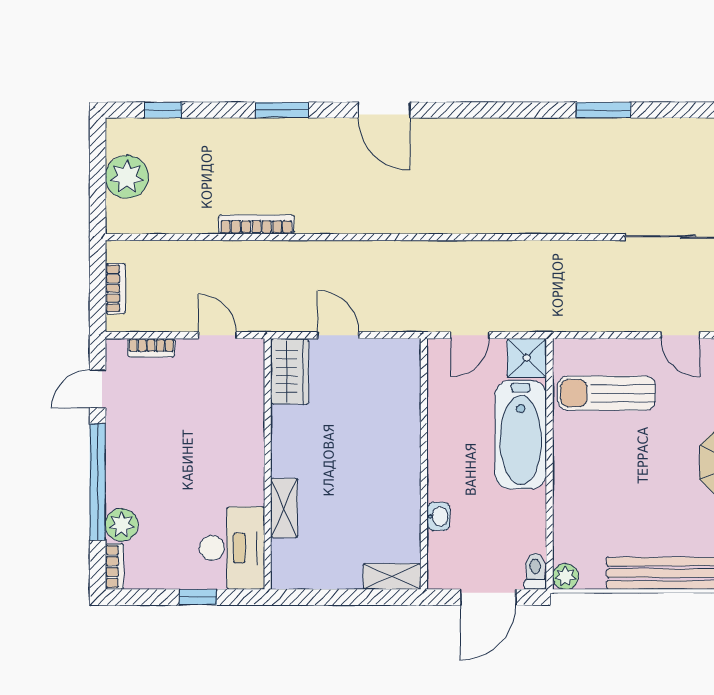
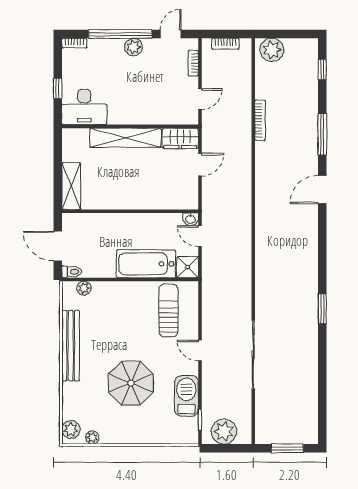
window: (282, 110) -> (322, 134), width x1.44
plant: (127, 177) -> (272, 50), moved
door: (680, 335) -> (200, 351), hinge flipped
door: (98, 389) -> (171, 34), hinge flipped
shelving: (284, 508) -> (126, 138), width x2.20, depth x1.33
washbasin: (438, 516) -> (191, 219), moved
plant: (122, 525) -> (134, 47), moved
shelving: (392, 576) -> (71, 186), width x1.50, depth x1.33
plant: (566, 576) -> (84, 288), moved

